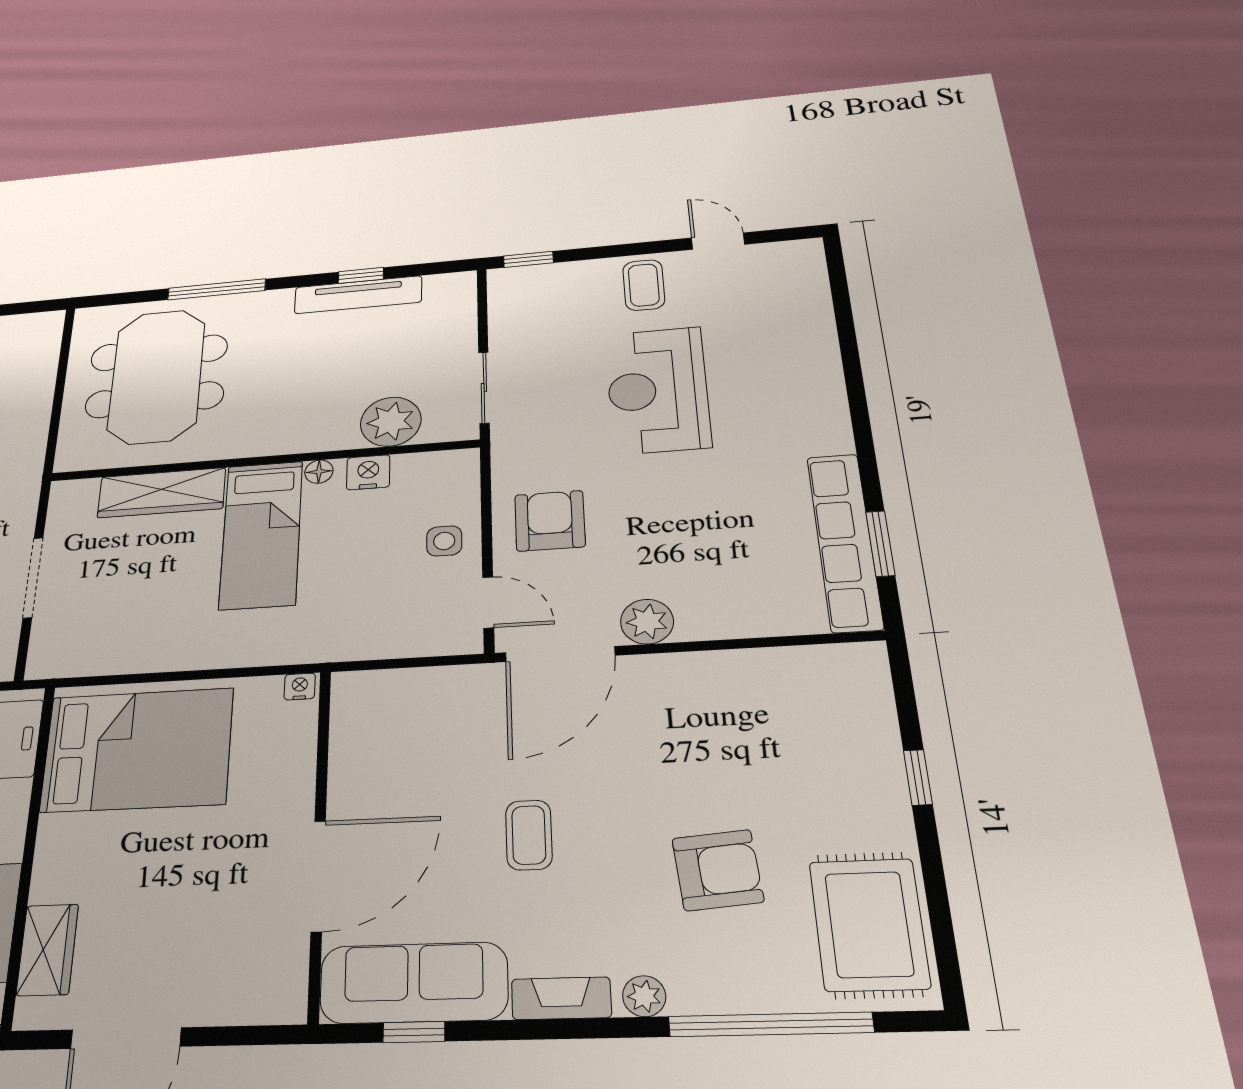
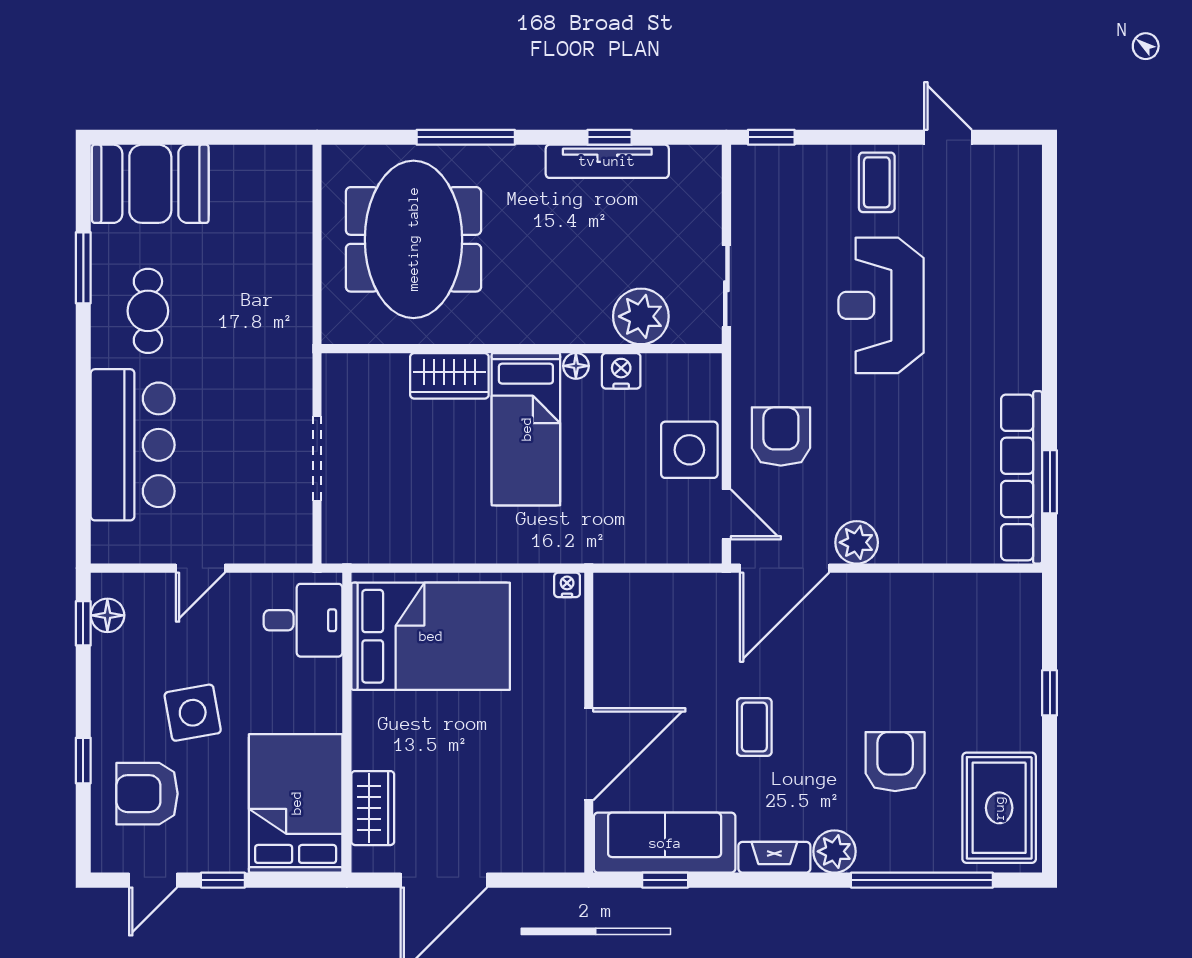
wardrobe: (162, 493) -> (449, 376), width x0.67
side table: (444, 541) -> (689, 450), width x1.87, depth x1.87
armchair: (718, 870) -> (895, 762), turned -85
plant: (644, 996) -> (835, 851), width x1.38, depth x1.38

